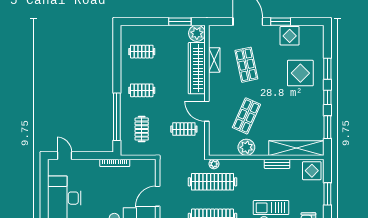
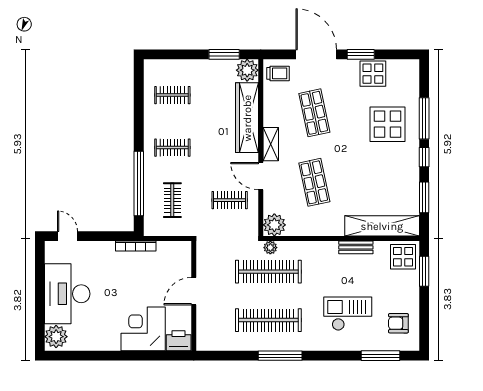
trolley: (220, 36) -> (278, 73), added
shelving: (214, 60) -> (271, 144), moved
window: (327, 69) -> (424, 118), width x1.44
shop shelf: (246, 116) -> (314, 182), turned -36
plant: (246, 147) -> (274, 225), moved
window: (327, 194) -> (424, 271), moved

